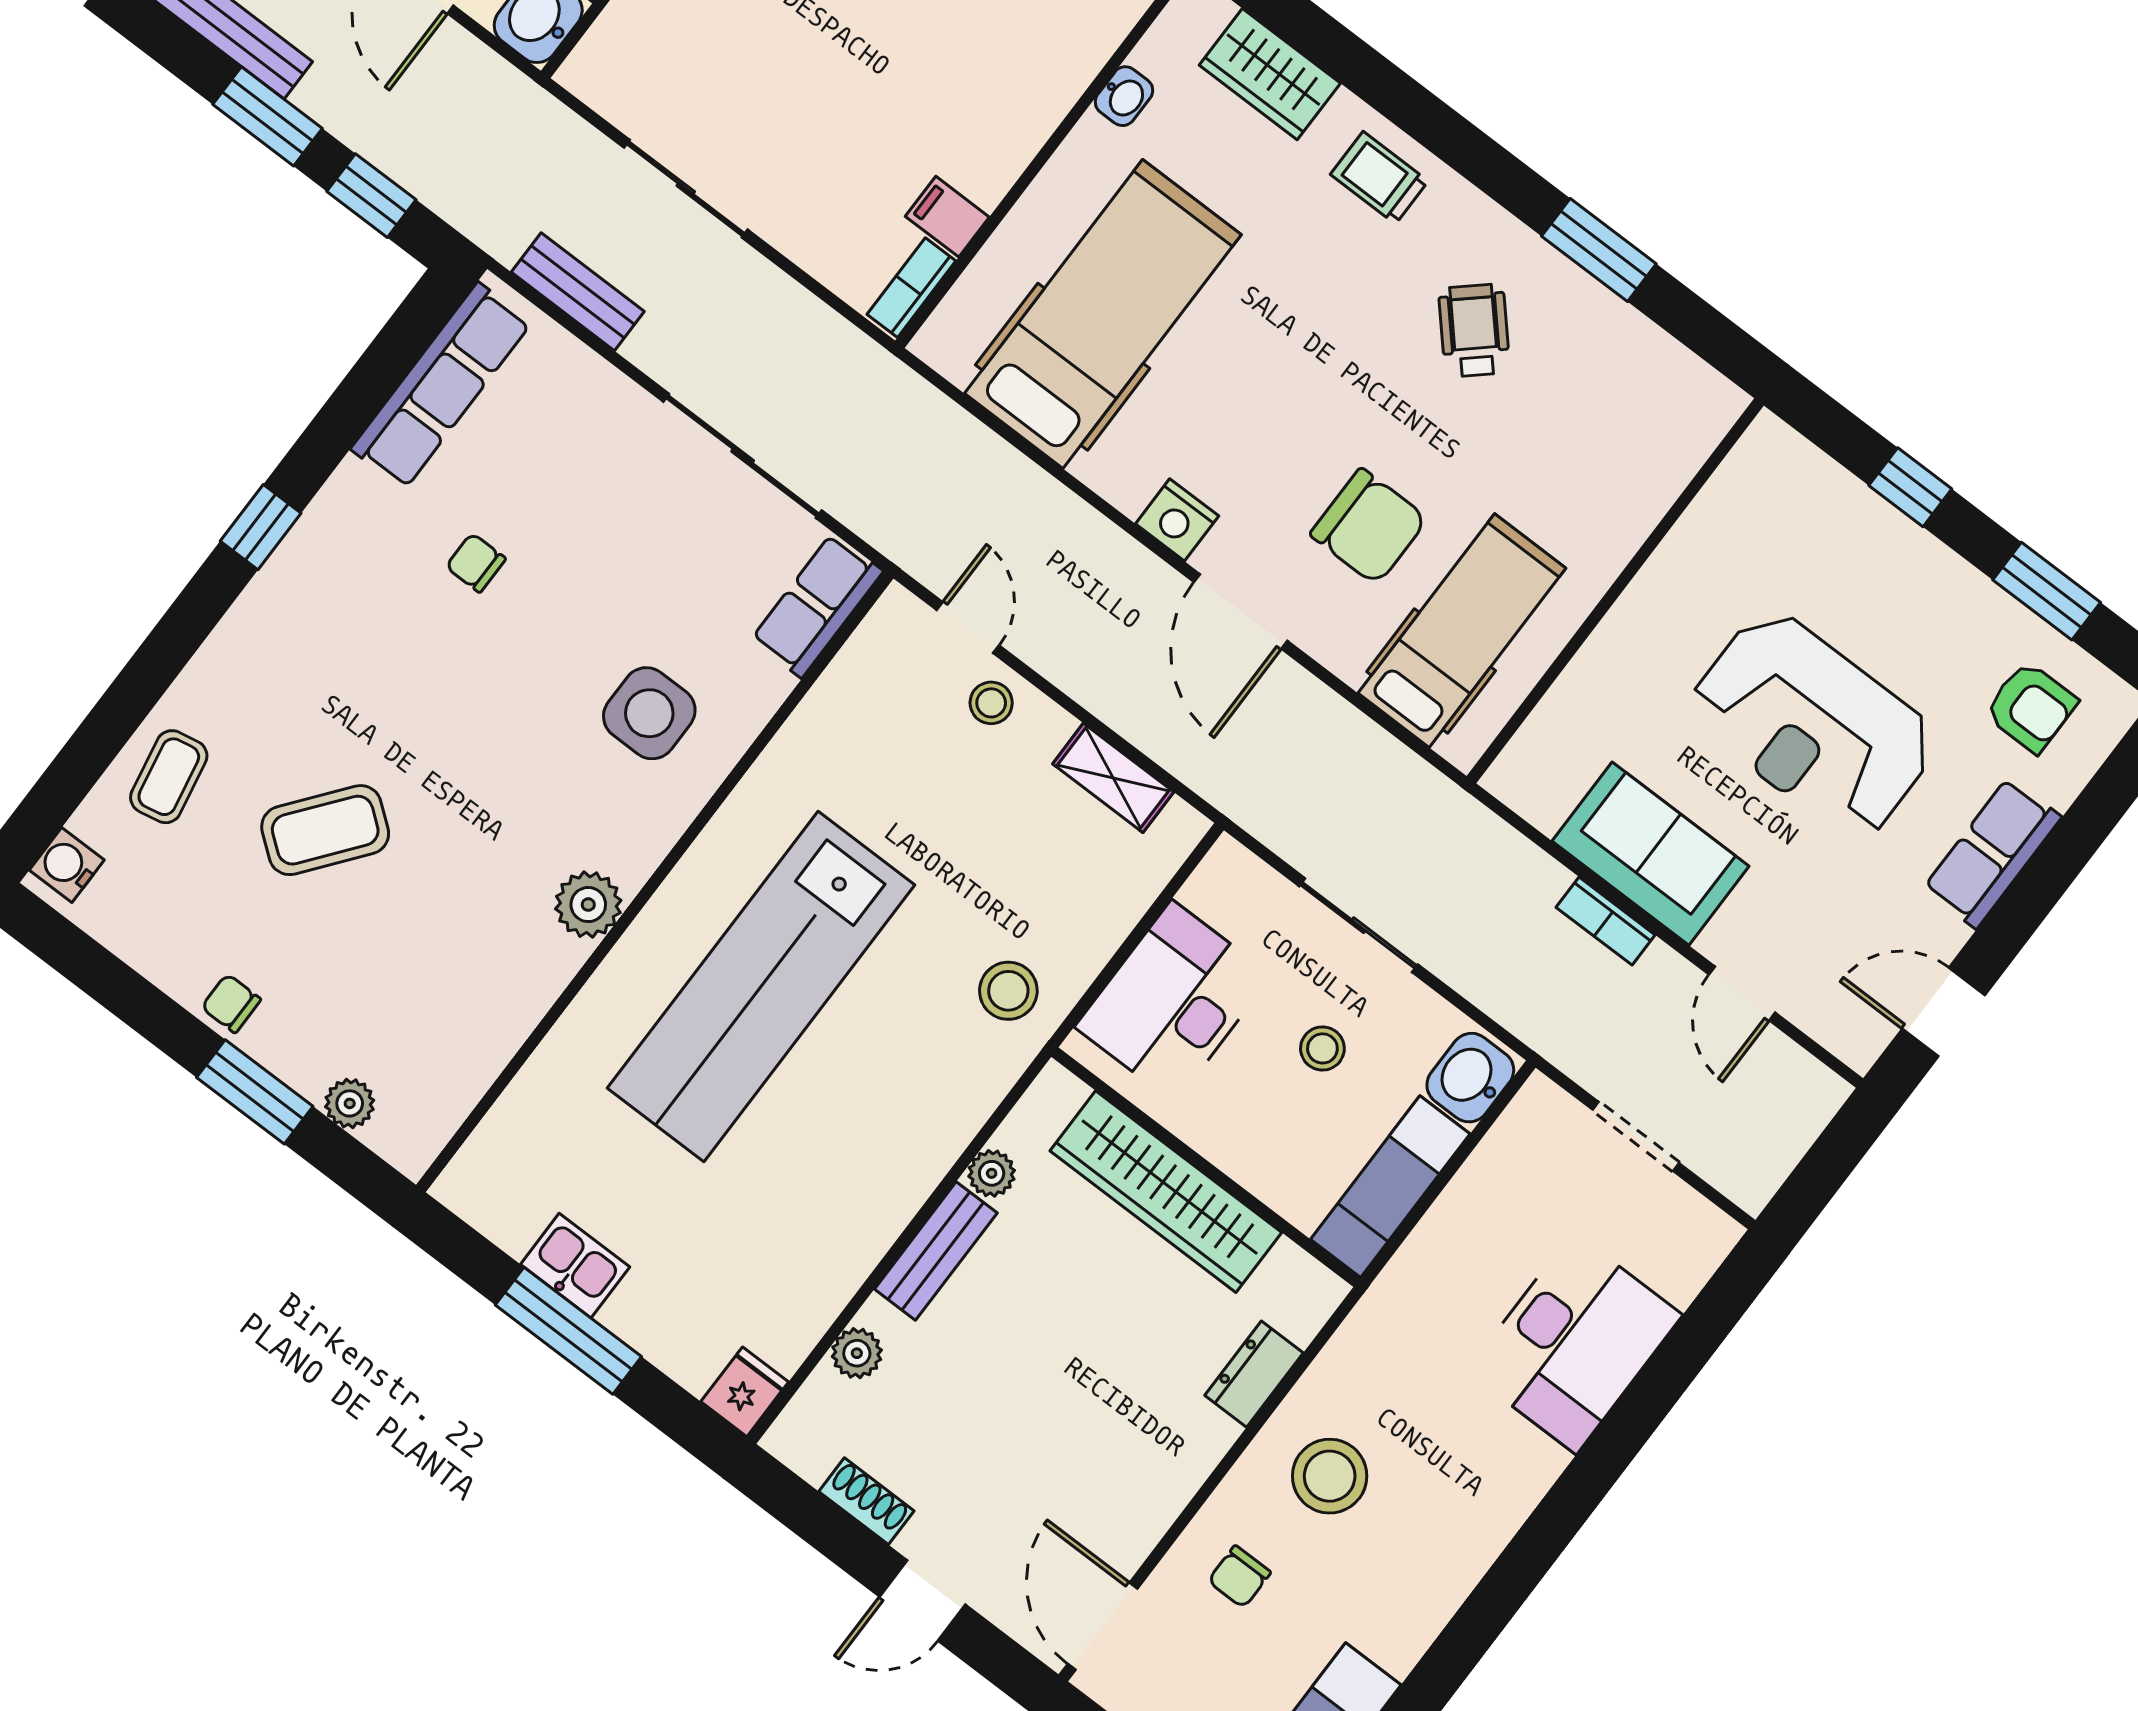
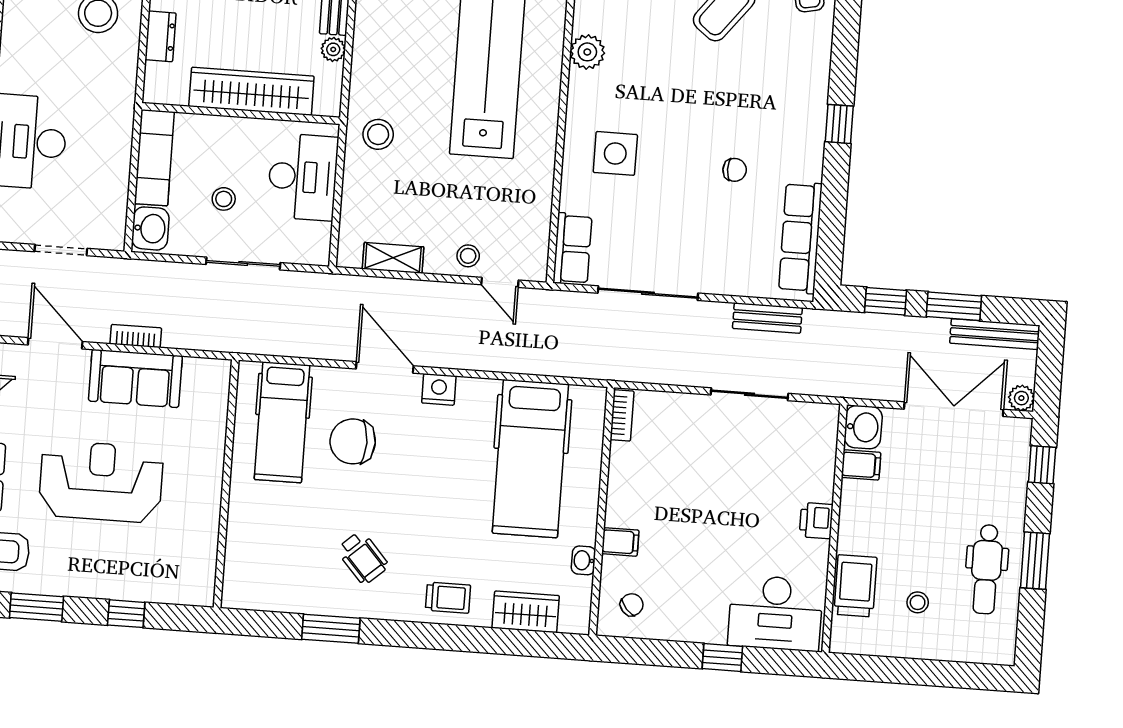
filing cabinet: (947, 217) -> (620, 542), moved
door: (1742, 993) -> (55, 343), width x1.38

